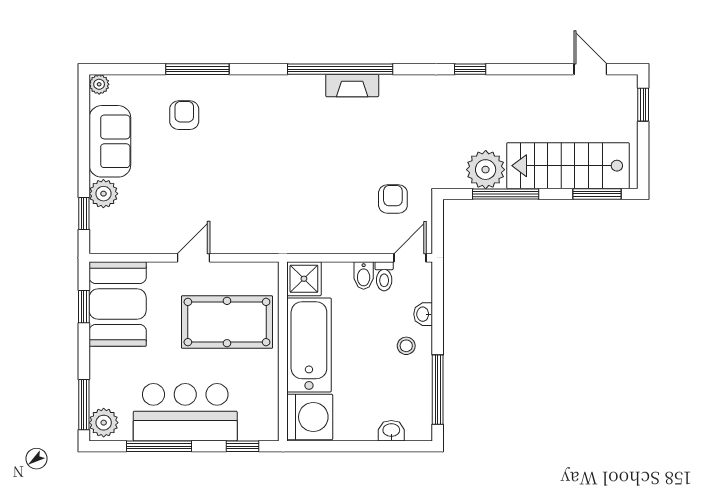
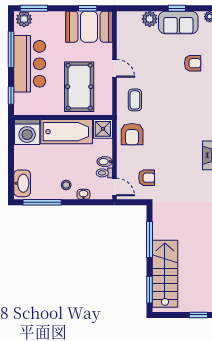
plant: (486, 170) -> (163, 228), removed
window: (84, 213) -> (177, 8), moved
coffee table: (251, 220) -> (135, 100), added
armchair: (314, 226) -> (132, 134), added
washbasin: (391, 431) -> (22, 183), width x1.91, depth x1.45

